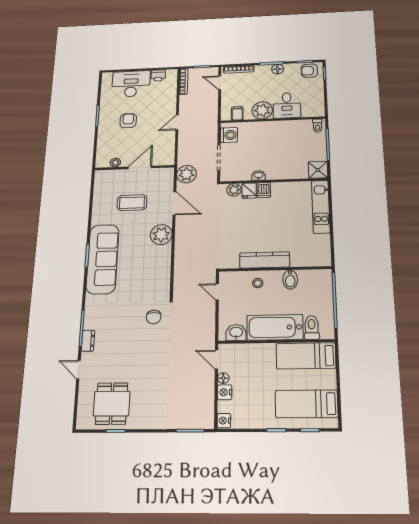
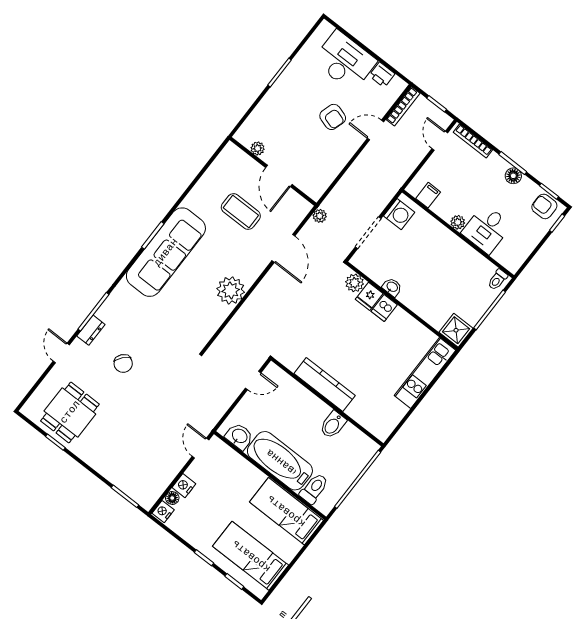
plant: (262, 110) -> (458, 222), width x0.53, depth x0.53
armchair: (128, 121) -> (333, 117), moved, turned 107
door: (177, 122) -> (375, 130), moved
door: (140, 167) -> (279, 176), swing flipped
plant: (186, 174) -> (320, 216), width x0.53, depth x0.53
plant: (161, 235) -> (231, 290), moved
stool: (258, 283) -> (299, 403), removed
door: (217, 292) -> (253, 380), swing flipped
chair: (154, 317) -> (123, 363), moved, turned -49
floor lamp: (223, 378) -> (172, 498), moved

